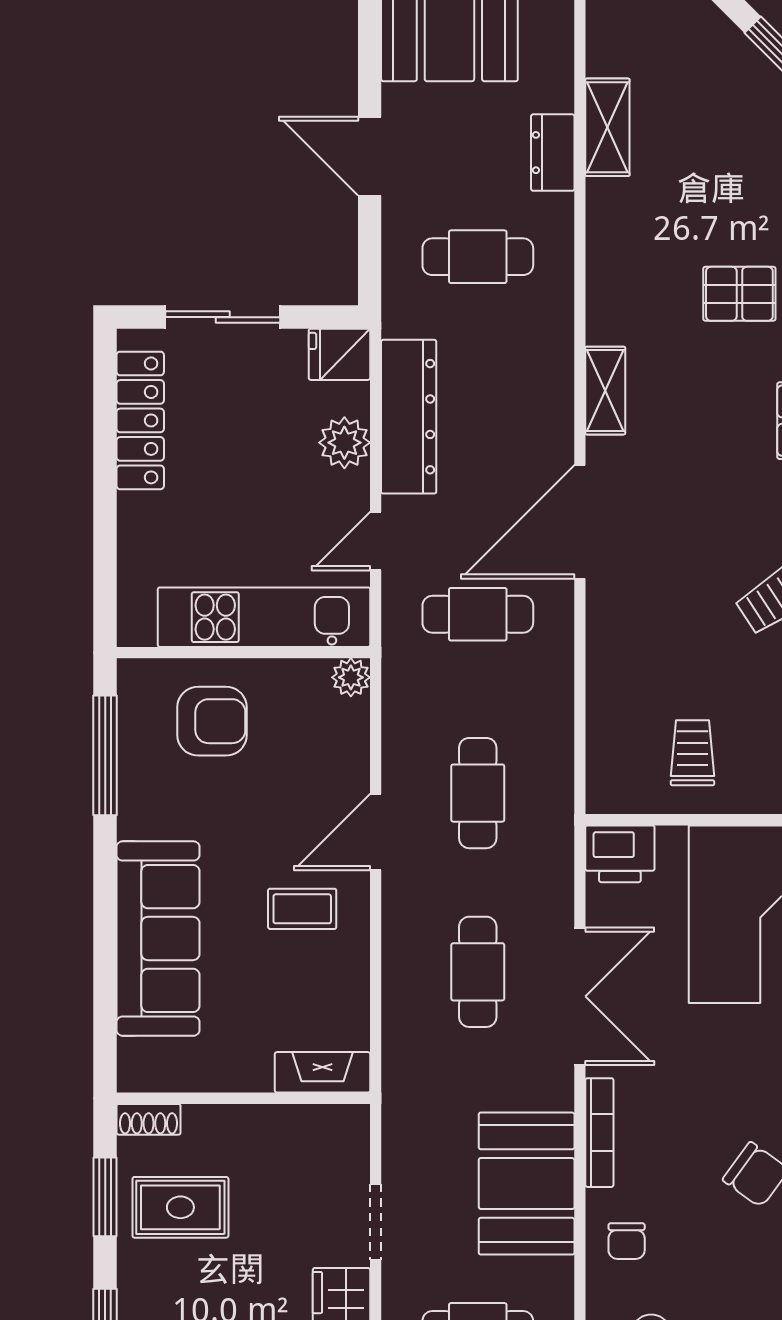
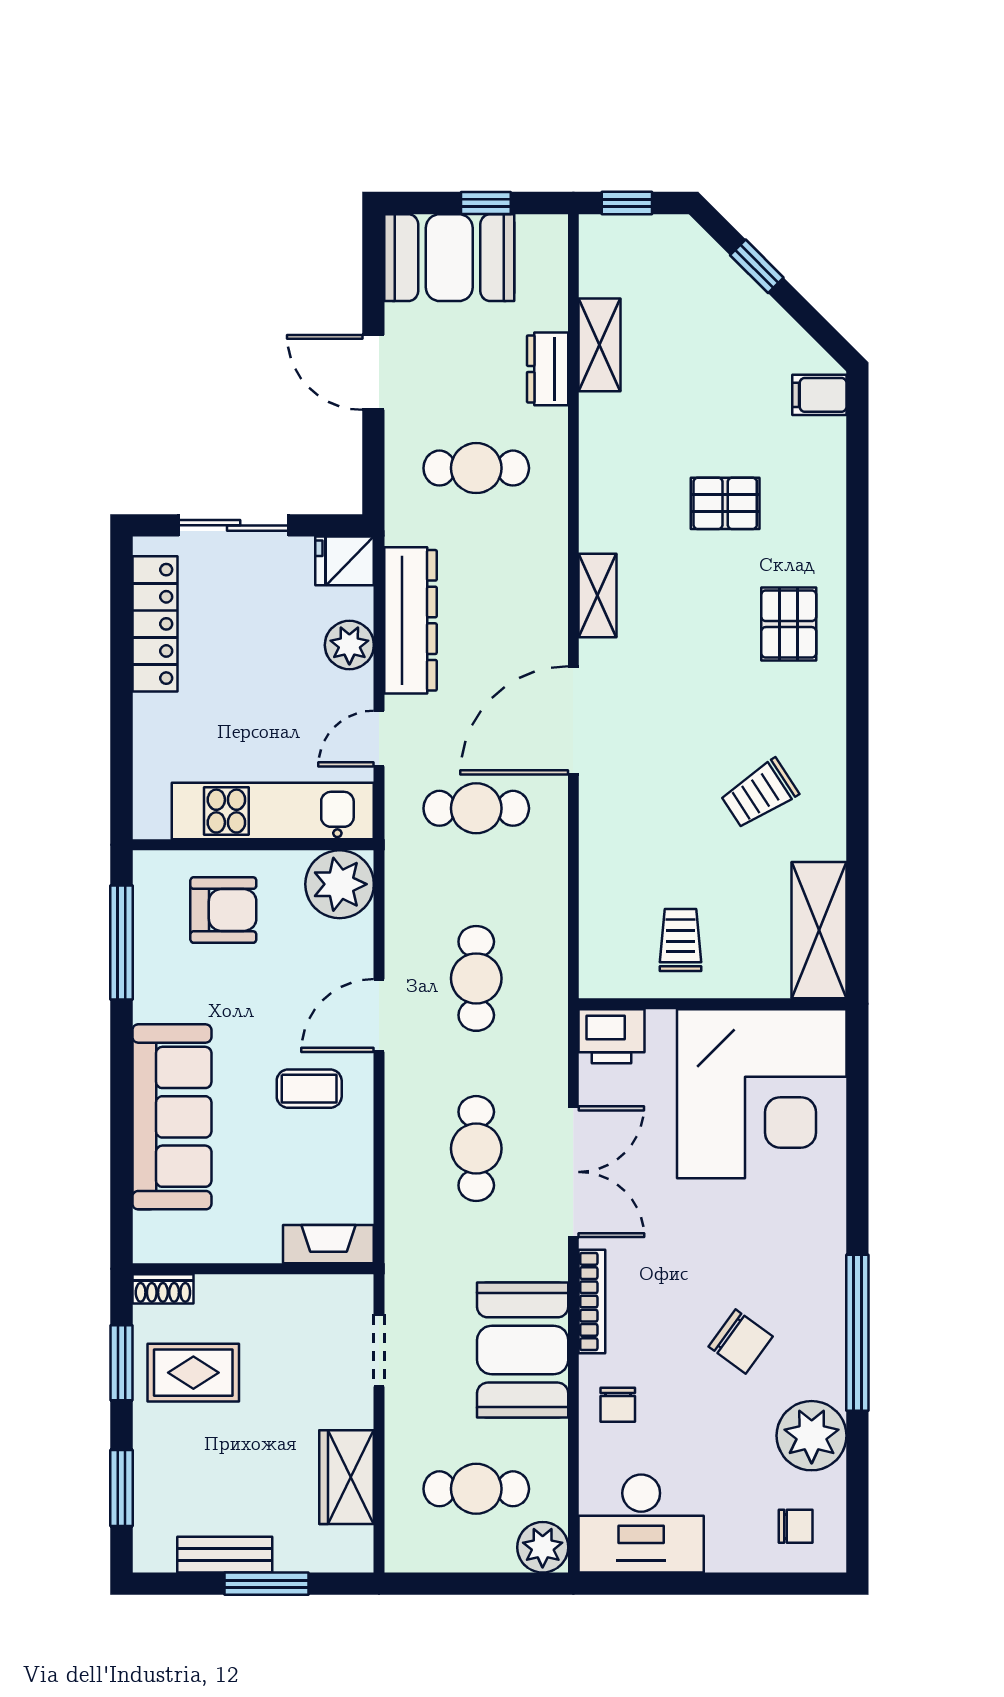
plant: (351, 677) -> (340, 884), width x1.88, depth x1.88
doorway: (376, 1222) -> (379, 1351), moved

